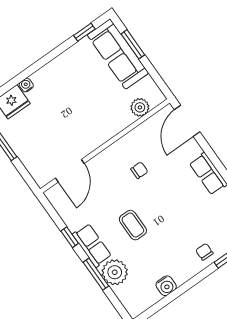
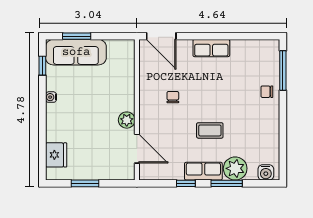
water cooler: (26, 85) -> (51, 97), moved
plant: (140, 107) -> (127, 120), moved
water cooler: (166, 286) -> (266, 172), moved, turned 90

